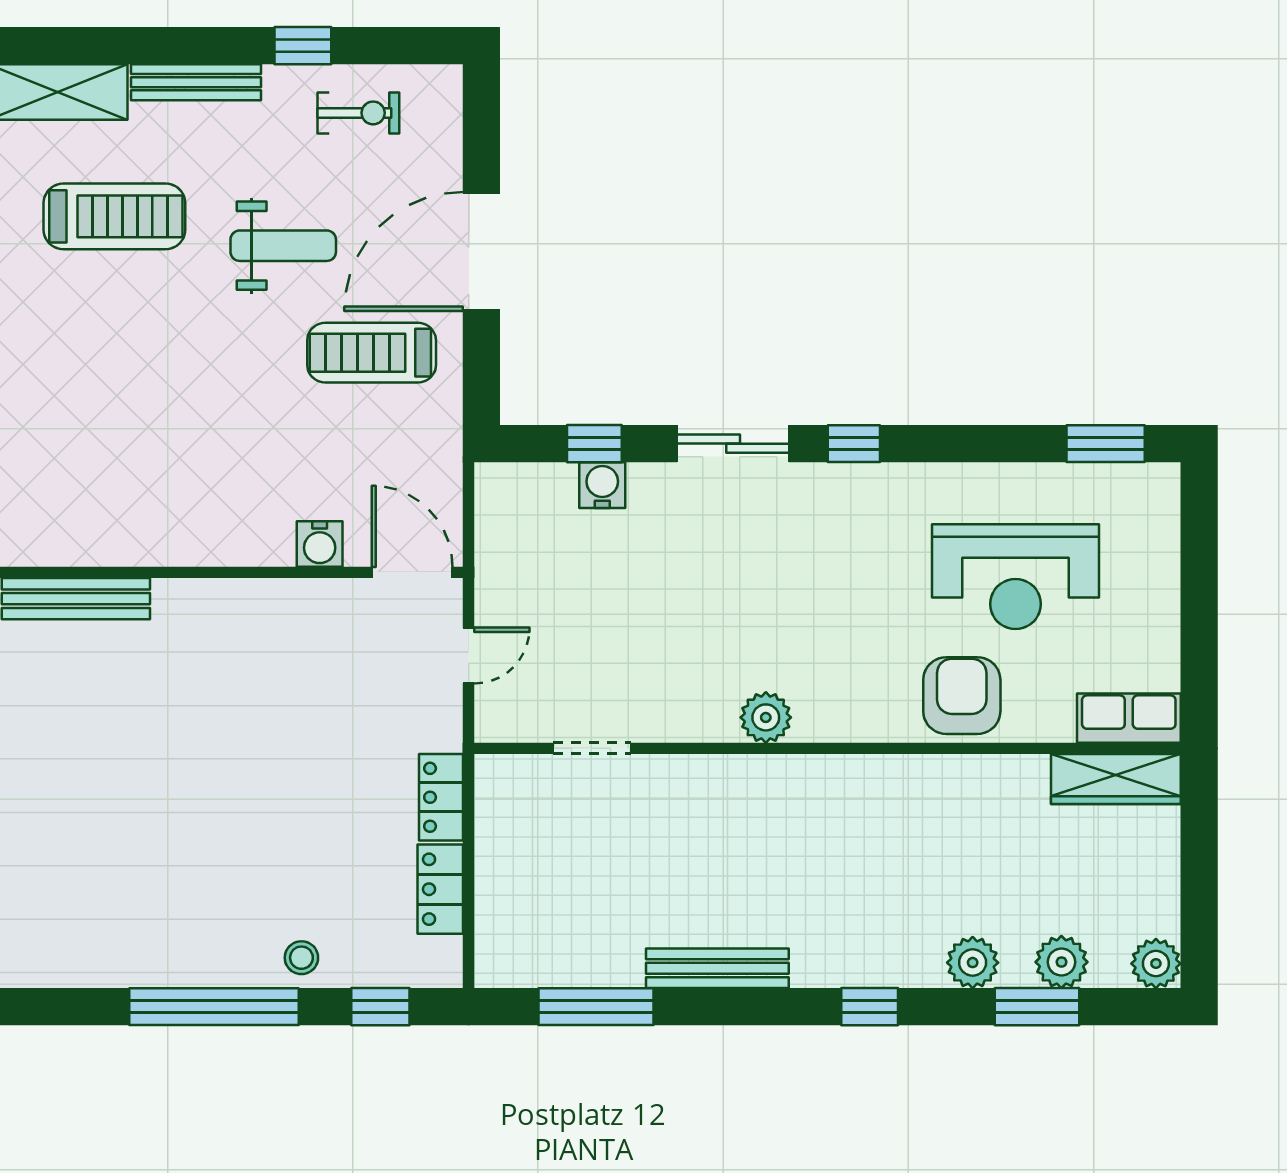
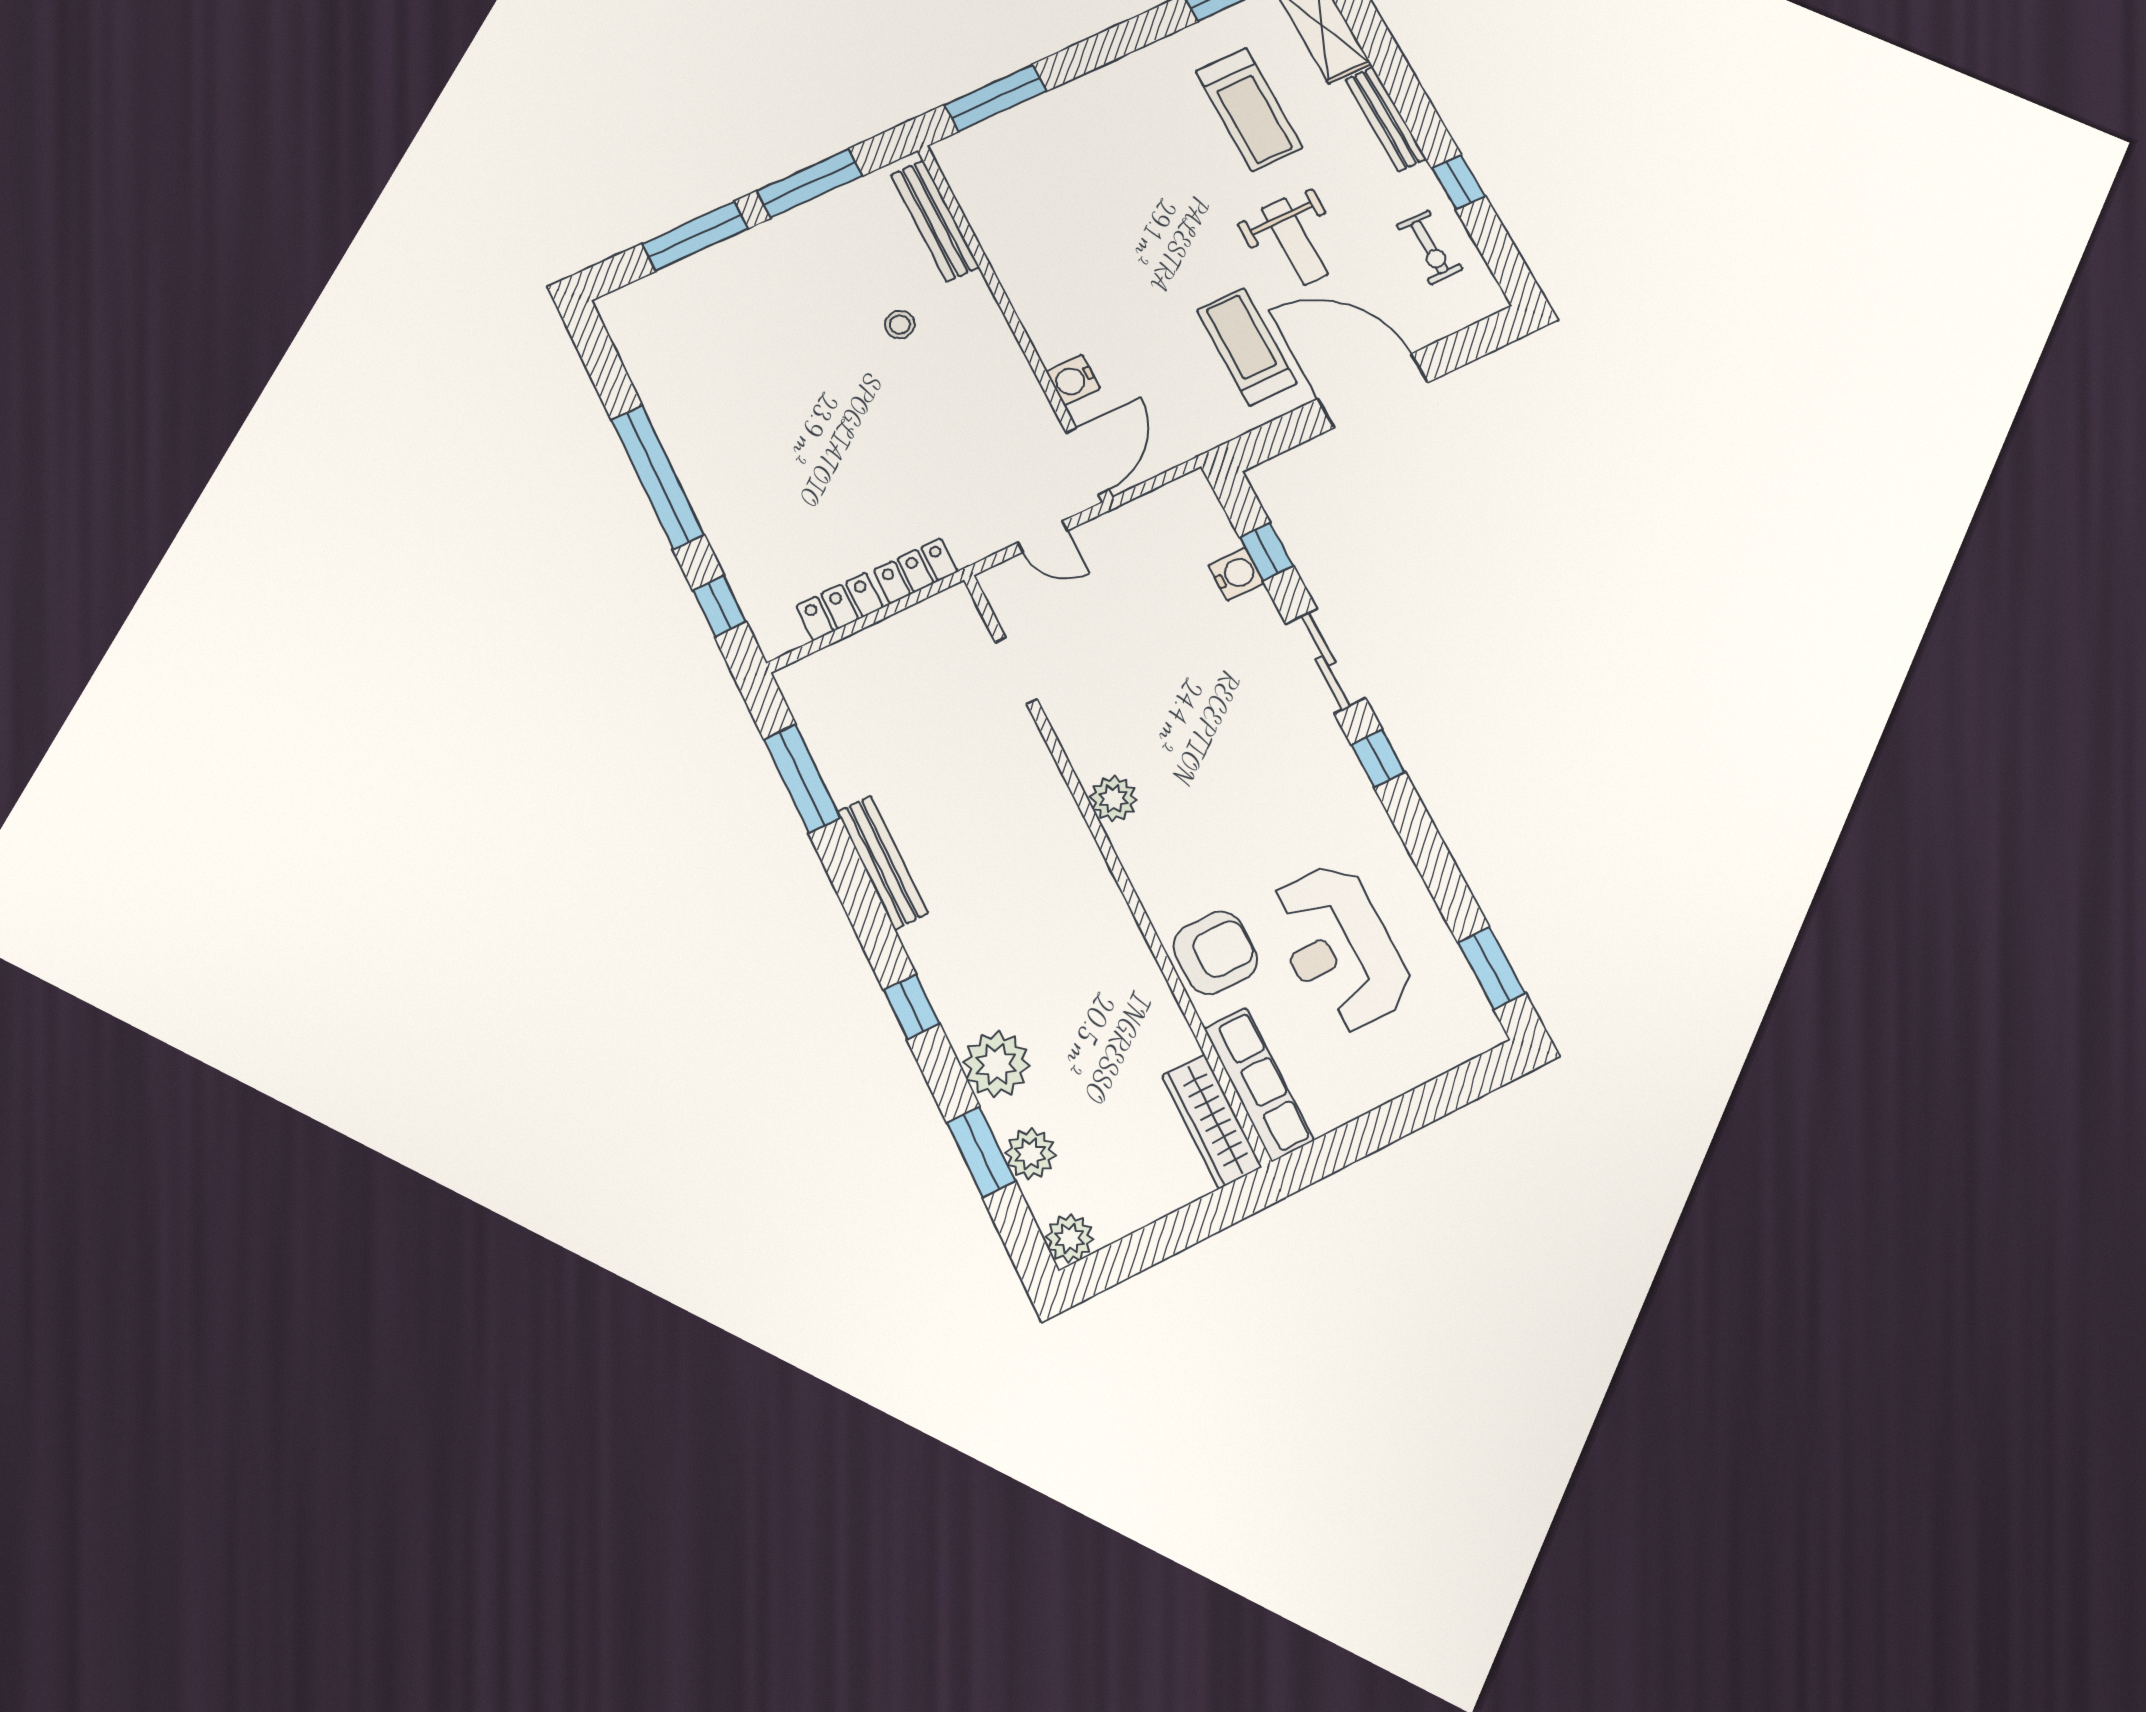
row of seats: (1129, 718) -> (1259, 1084), width x1.48
stool: (301, 958) -> (900, 325), moved
plant: (973, 963) -> (996, 1064), width x1.36, depth x1.36

